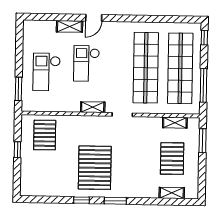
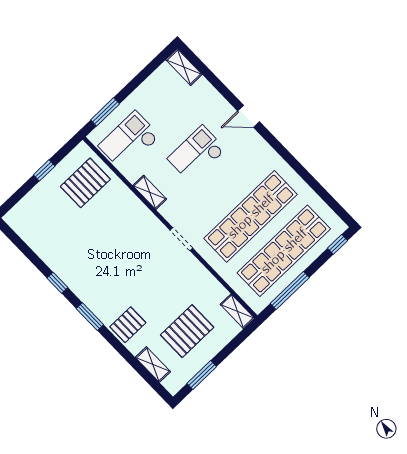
shelving: (69, 26) -> (184, 67), moved
checkout: (47, 72) -> (129, 141), moved
shelving: (93, 107) -> (150, 192), moved
shelving: (175, 123) -> (237, 311), moved
window: (203, 141) -> (202, 375), moved
pallet: (95, 168) -> (128, 325), moved, width x0.49, depth x0.50

